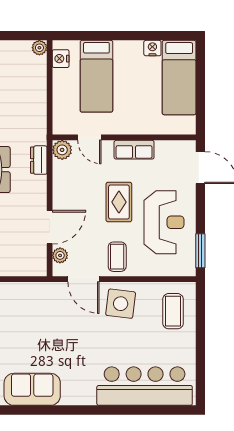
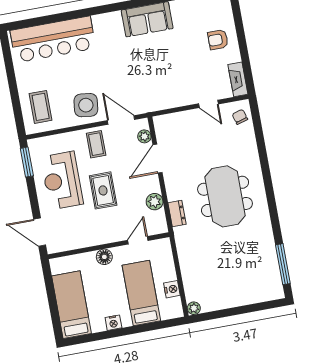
nightstand: (152, 48) -> (113, 323), moved
nightstand: (61, 59) -> (172, 289), moved
floor lamp: (131, 126) -> (104, 257), added
door: (89, 137) -> (138, 240), hinge flipped
plant: (62, 150) -> (155, 202), moved
row of seats: (134, 150) -> (98, 237), removed

